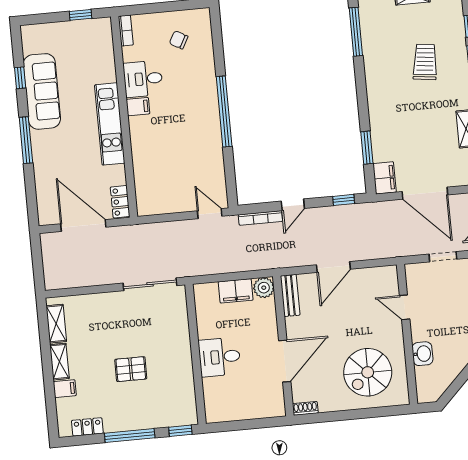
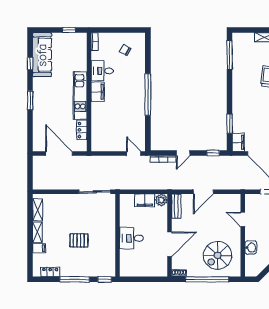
sofa: (42, 91) -> (42, 55), moved
filing cabinet: (138, 107) -> (98, 92), width x2.00
window: (26, 140) -> (30, 100), width x0.69
locker: (120, 202) -> (82, 130), moved
window: (354, 414) -> (207, 279), added

